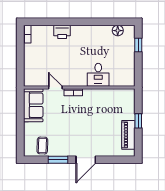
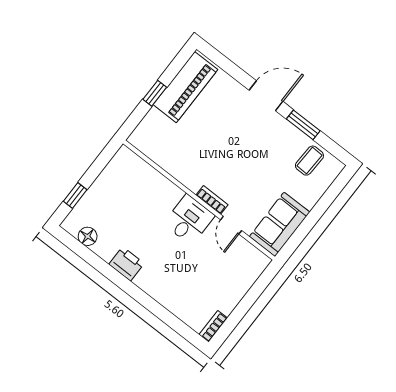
printer: (62, 32) -> (127, 264), moved
desk: (98, 75) -> (189, 220), moved
piano: (128, 135) -> (185, 87), width x1.37, depth x1.33

